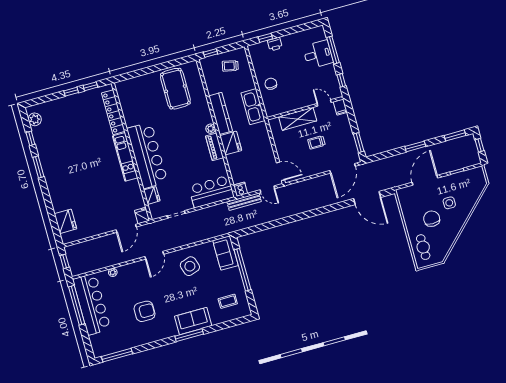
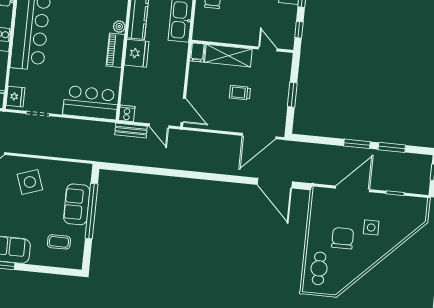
filing cabinet: (340, 107) -> (197, 52), moved
window: (455, 135) -> (392, 147), moved
window: (359, 143) -> (292, 95), moved
fridge: (152, 195) -> (15, 97), moved
bench: (244, 202) -> (131, 131), width x0.73
sofa: (226, 253) -> (77, 204), moved

